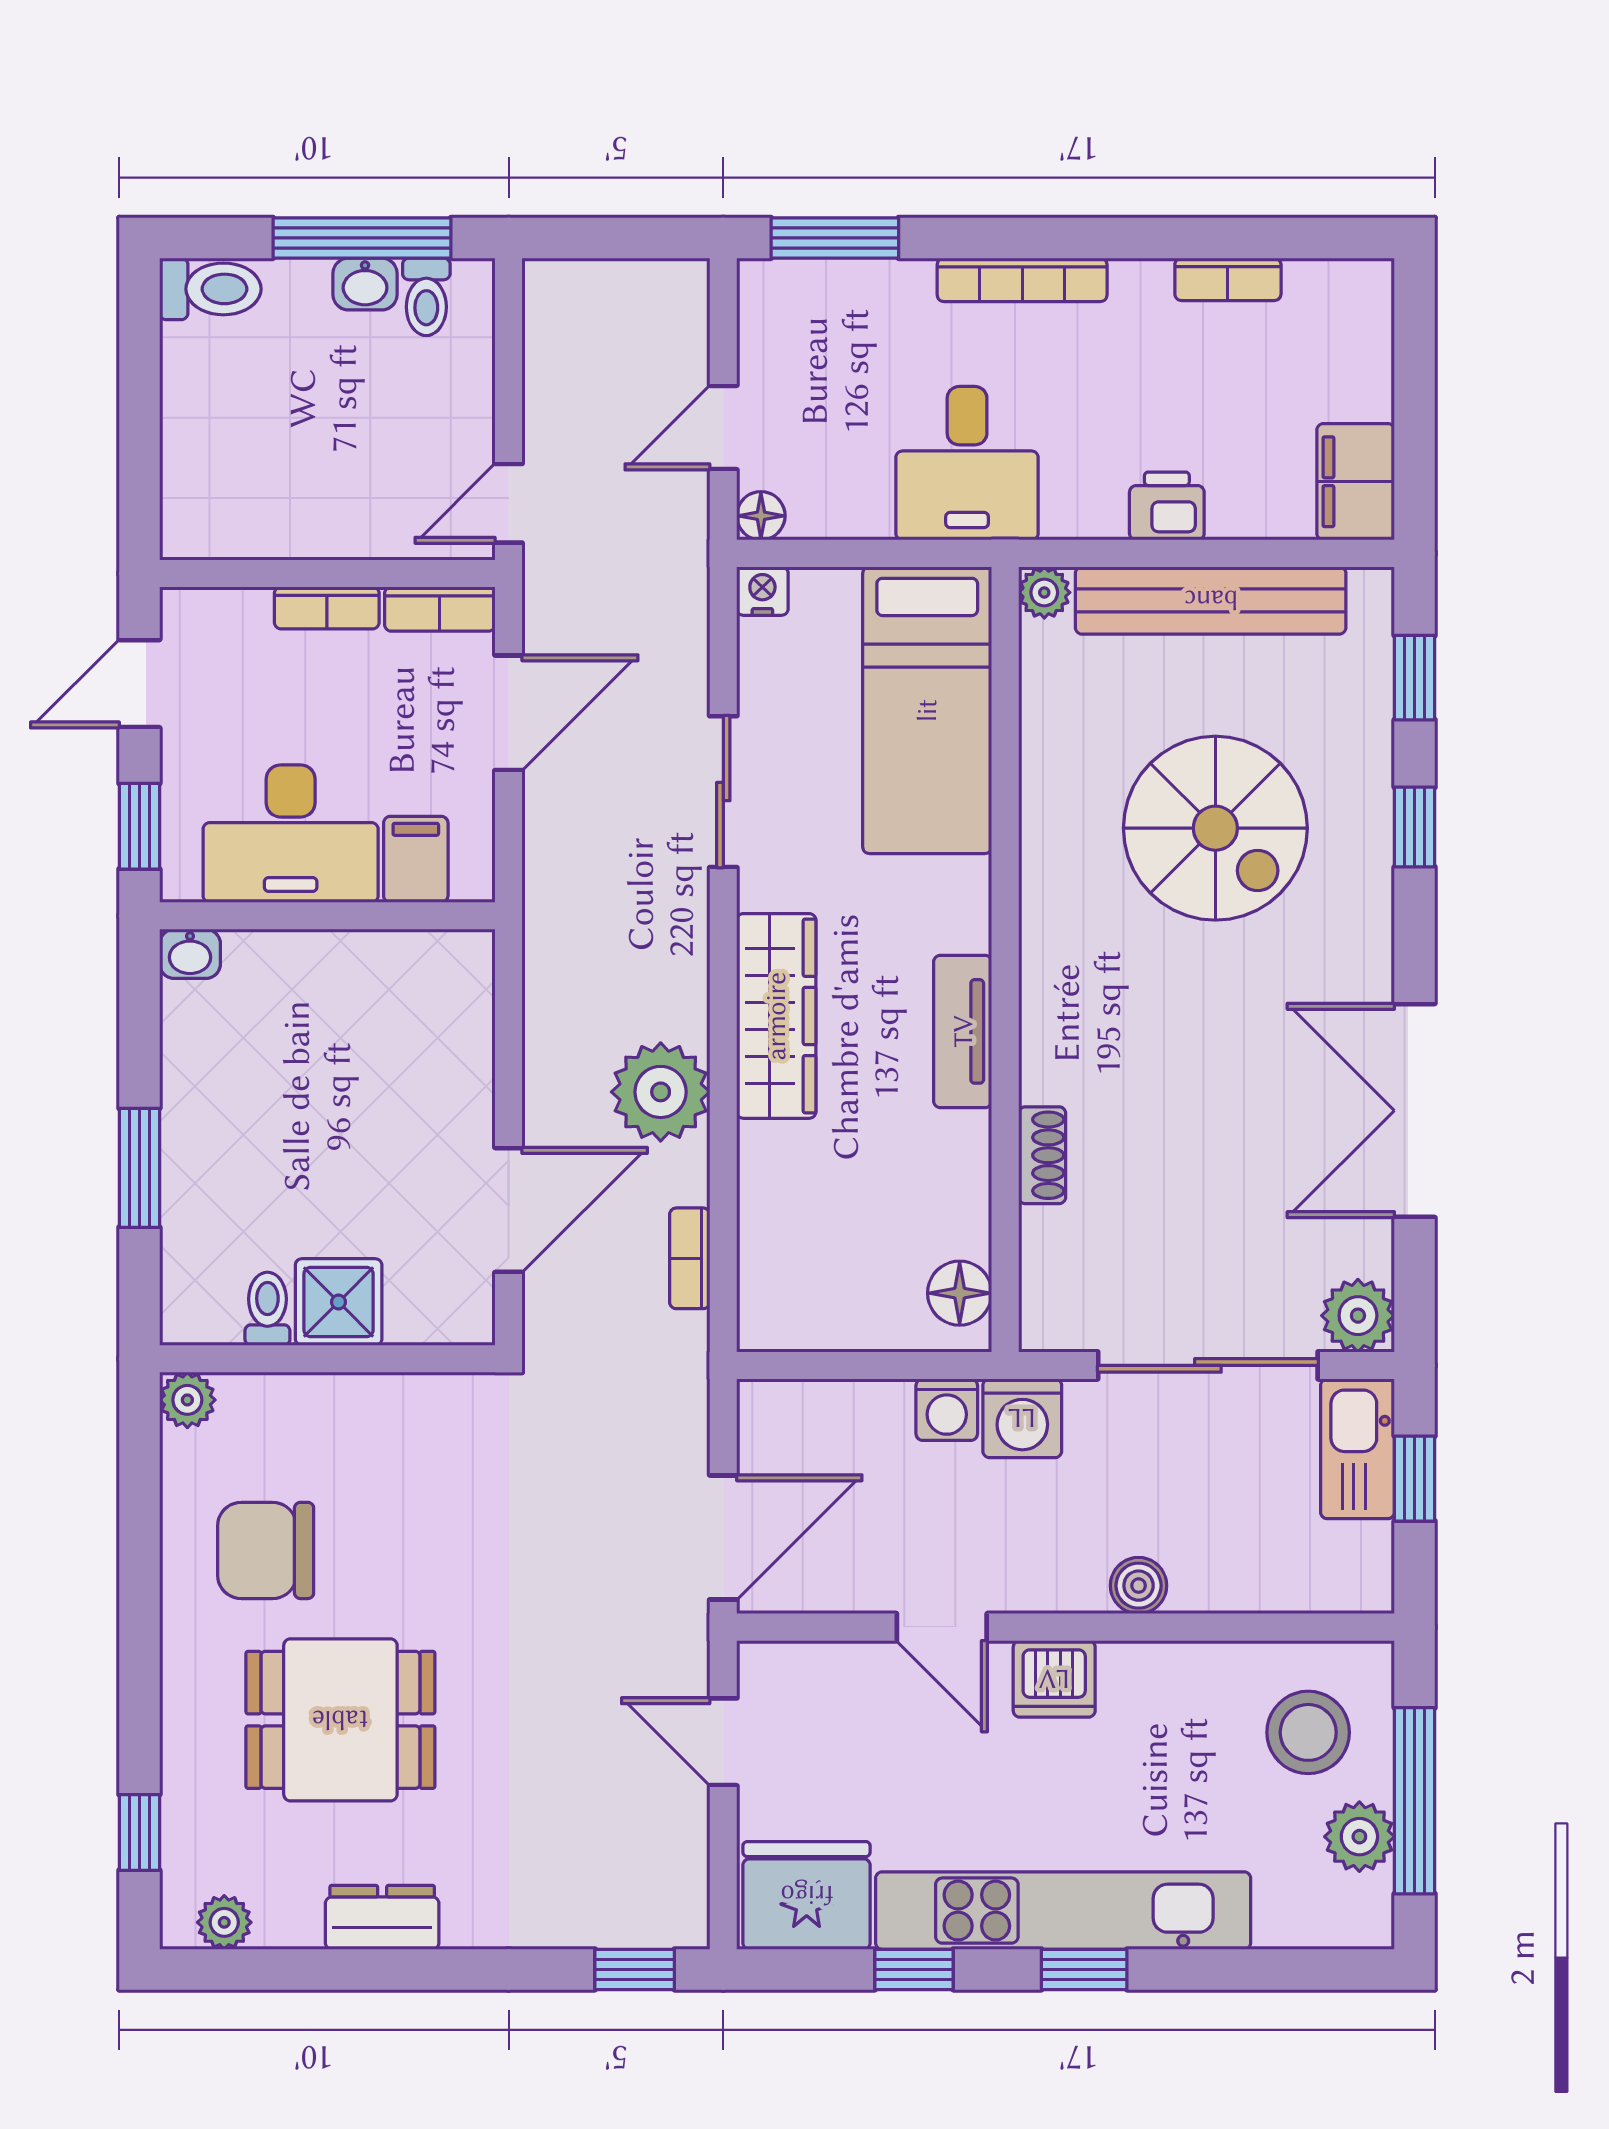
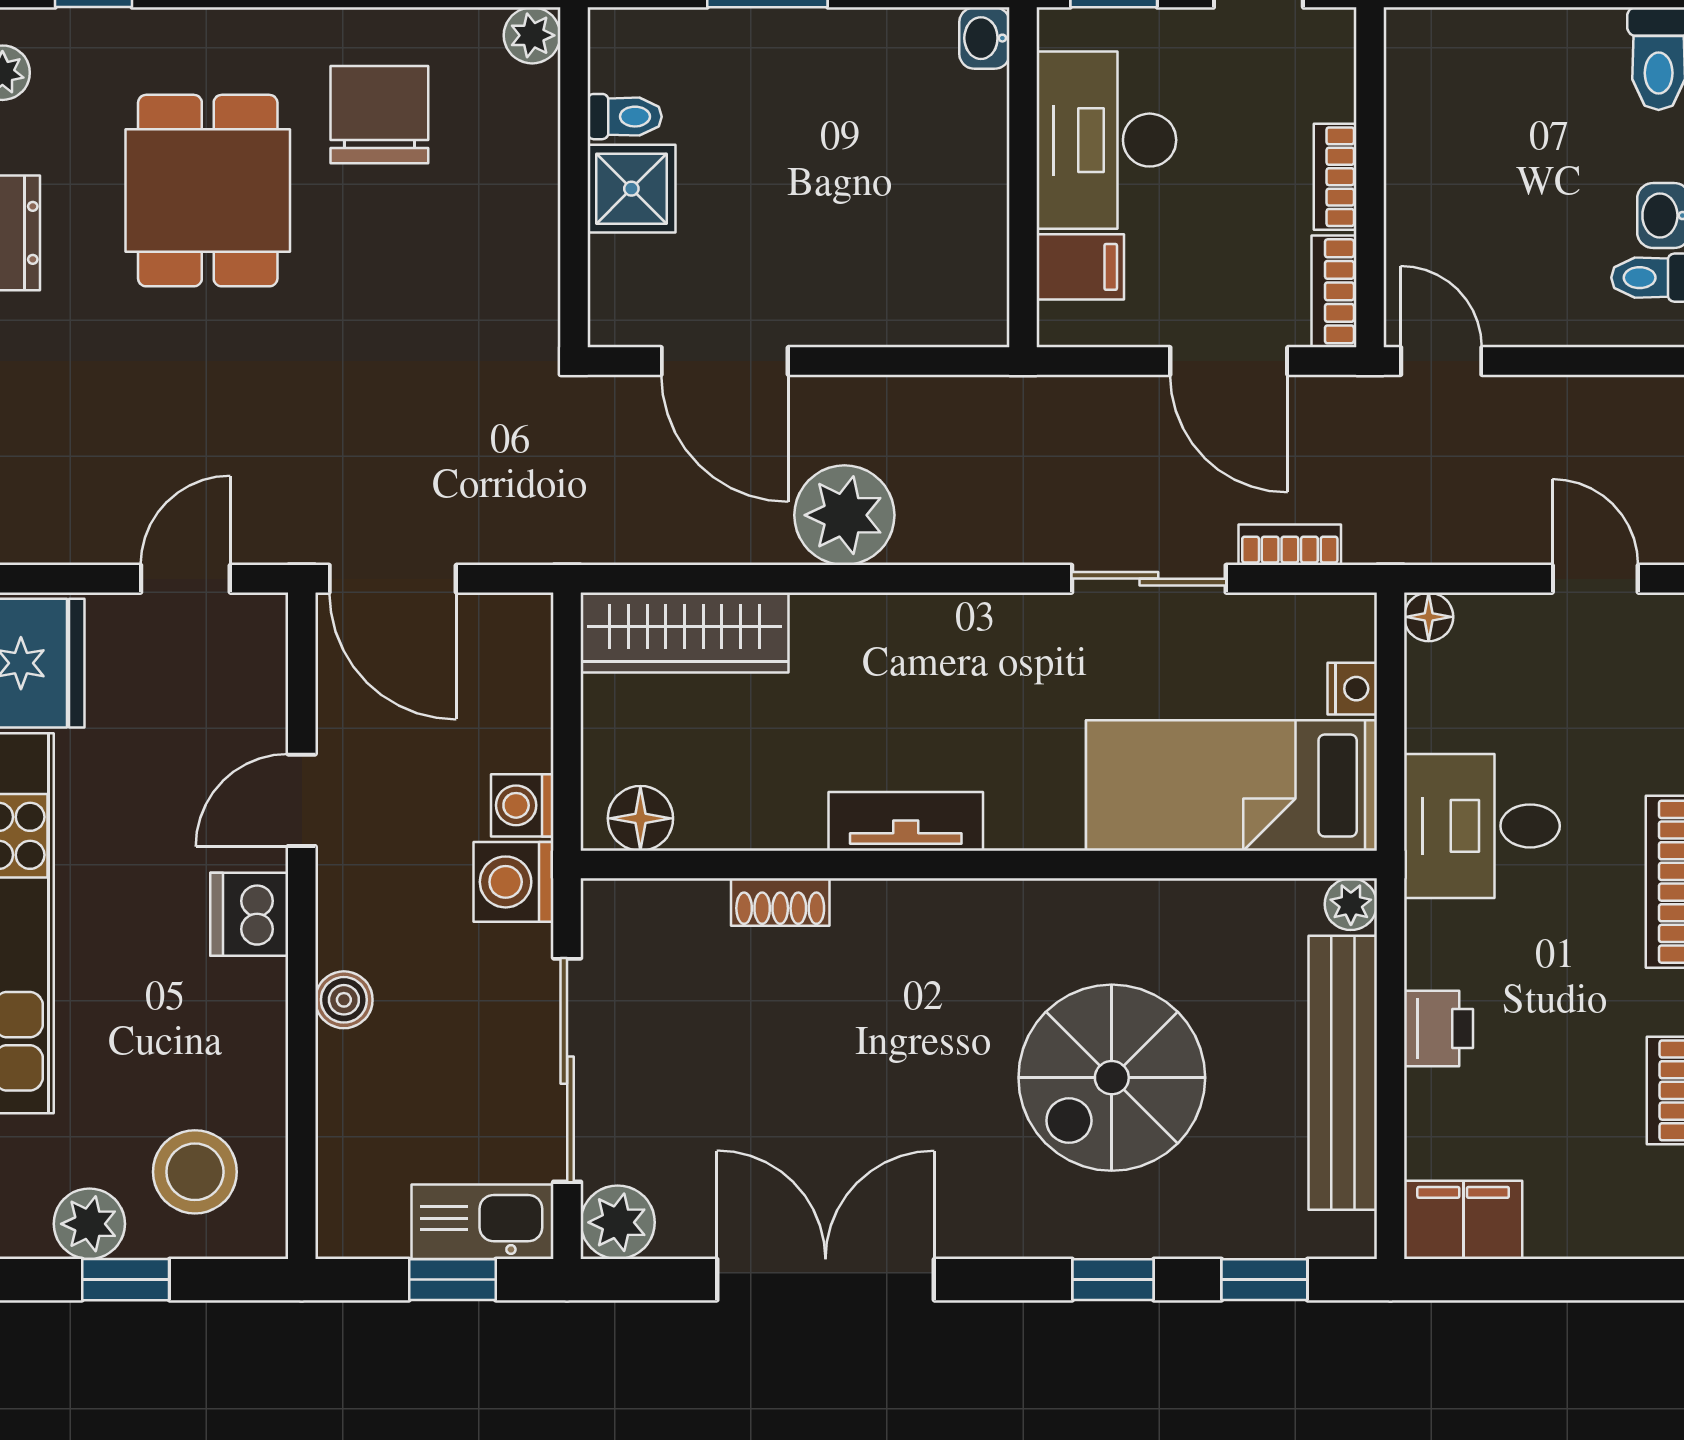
door: (723, 428) -> (1595, 579), moved
nightstand: (762, 591) -> (1352, 689), moved
wardrobe: (776, 1016) -> (685, 632), moved
bookcase: (690, 1258) -> (1290, 545), moved
window: (1415, 1801) -> (126, 1280), width x0.46

